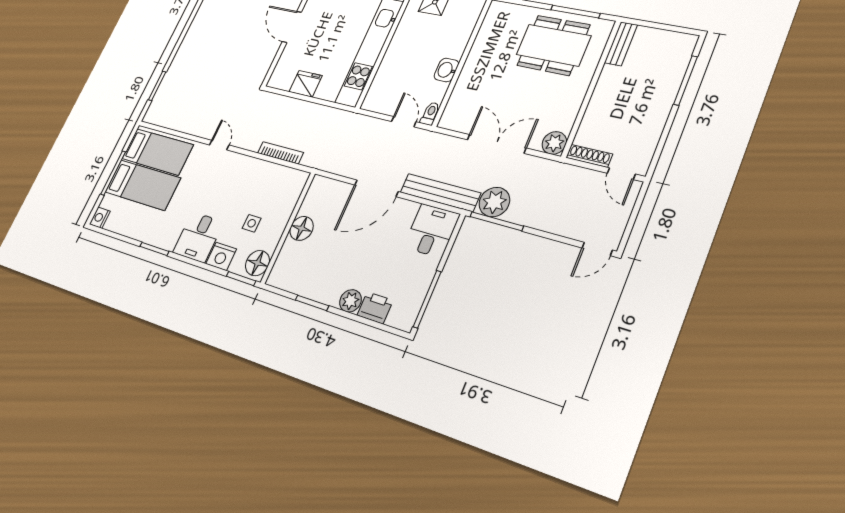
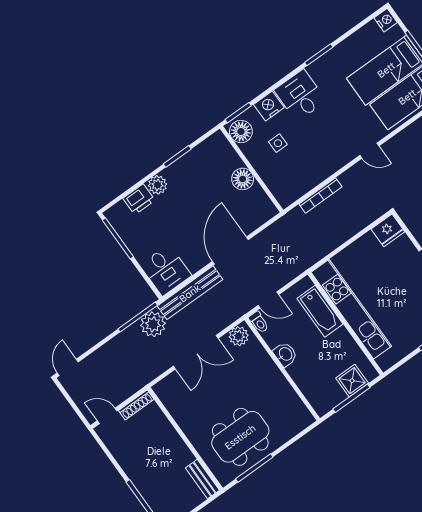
bathtub: (387, 74) -> (320, 311), added
fridge: (306, 84) -> (388, 230), moved
plant: (554, 143) -> (239, 336), moved

